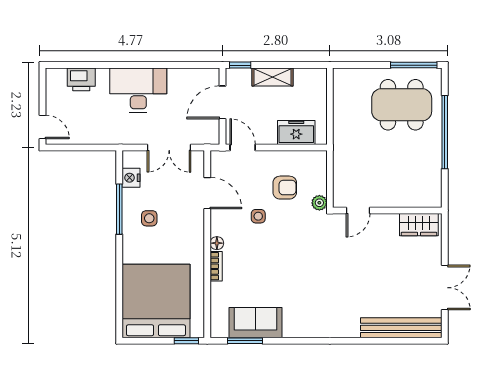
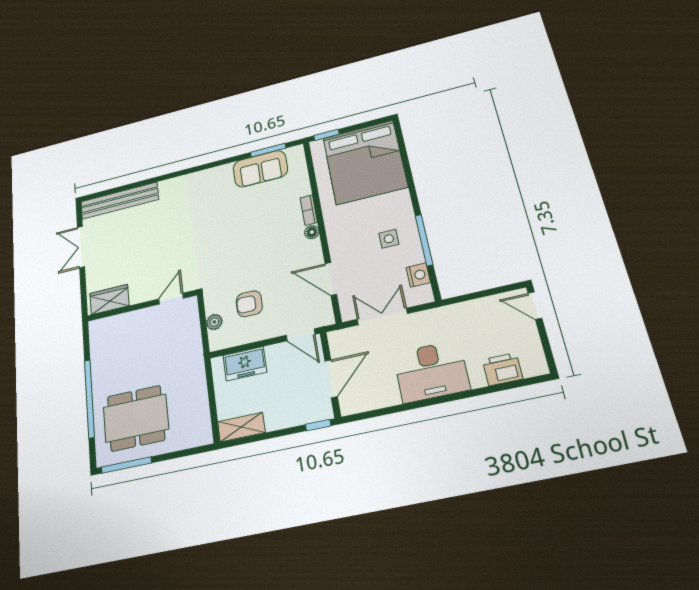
shelving: (272, 77) -> (241, 427), moved
plant: (319, 203) -> (214, 322), moved
side table: (258, 216) -> (273, 269), removed

